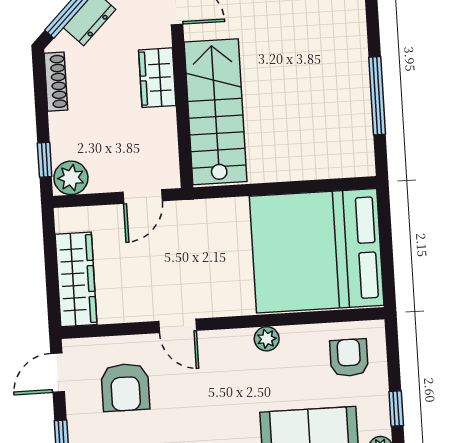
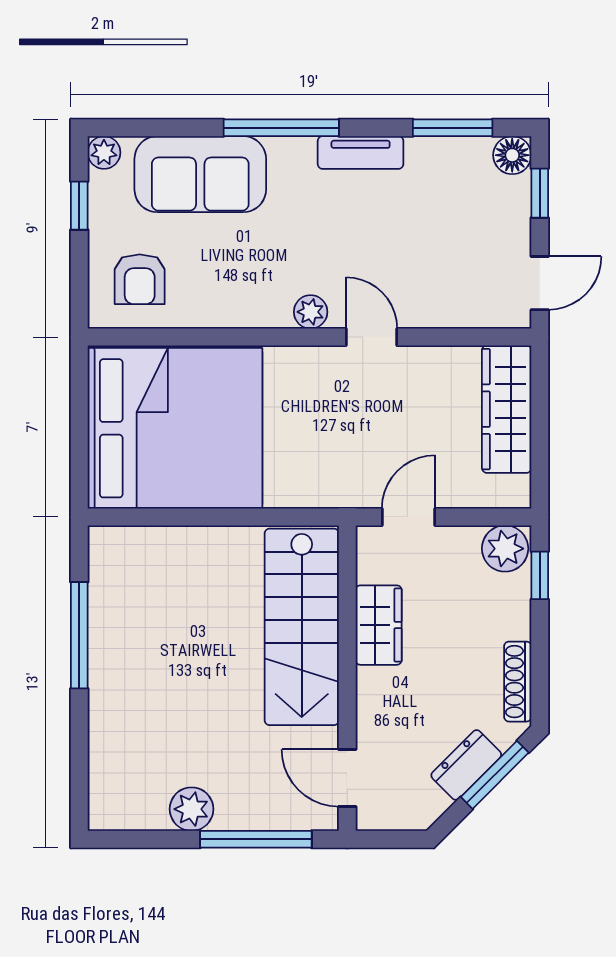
wardrobe: (157, 78) -> (379, 625), moved
plant: (267, 339) -> (311, 312), moved
armchair: (125, 387) -> (448, 257), removed

